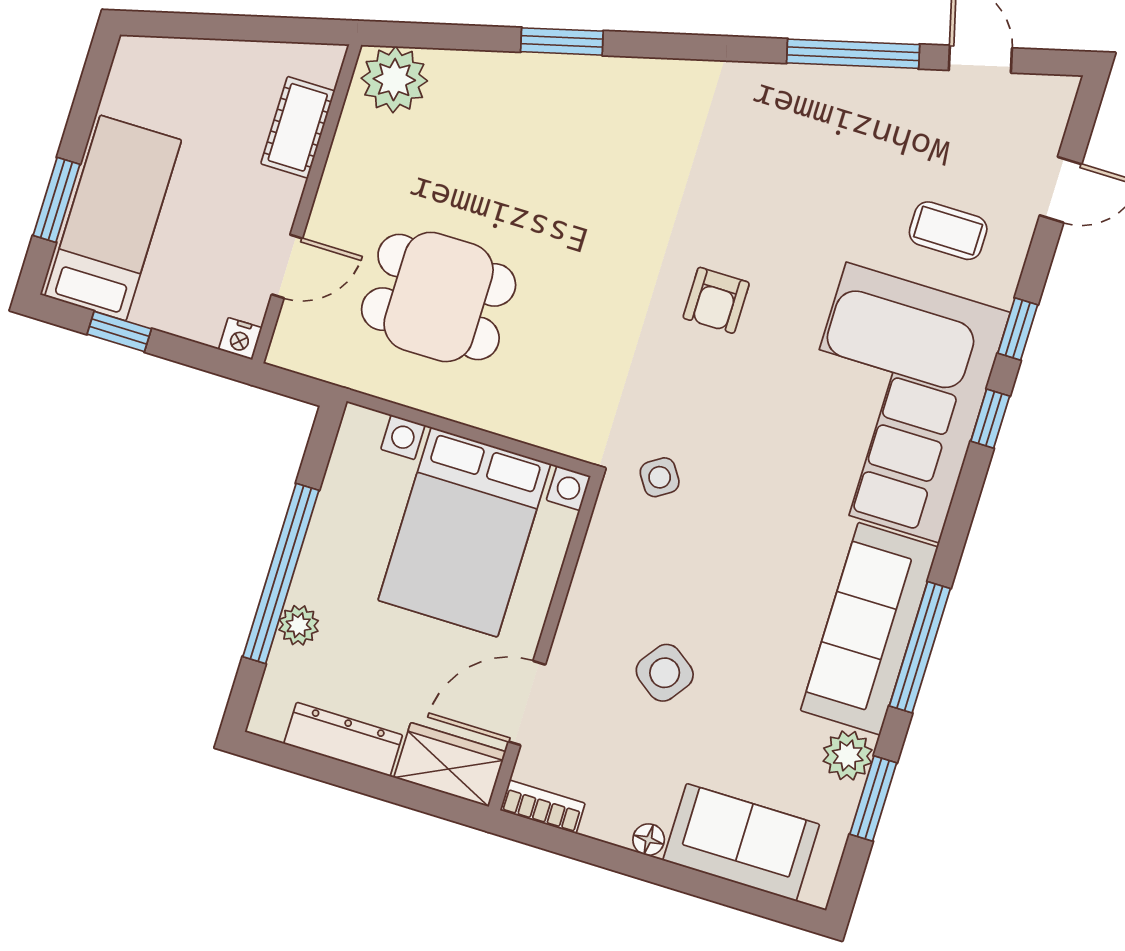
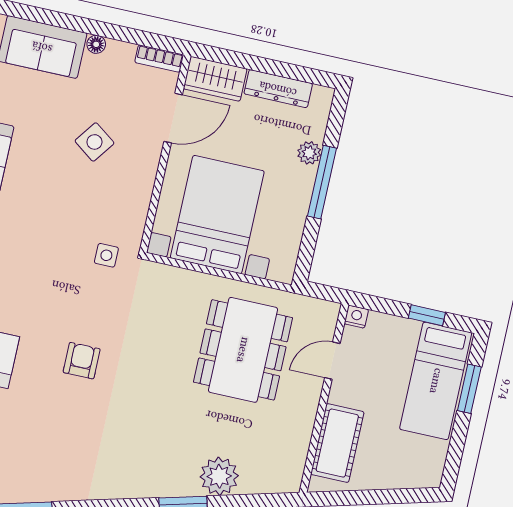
plant: (394, 80) -> (219, 476), moved
cot: (298, 127) -> (337, 443), width x1.37, depth x1.34
dining table: (439, 297) -> (243, 350), width x1.38
side table: (660, 477) -> (106, 255), turned 33
window: (281, 574) -> (322, 182), width x0.68

